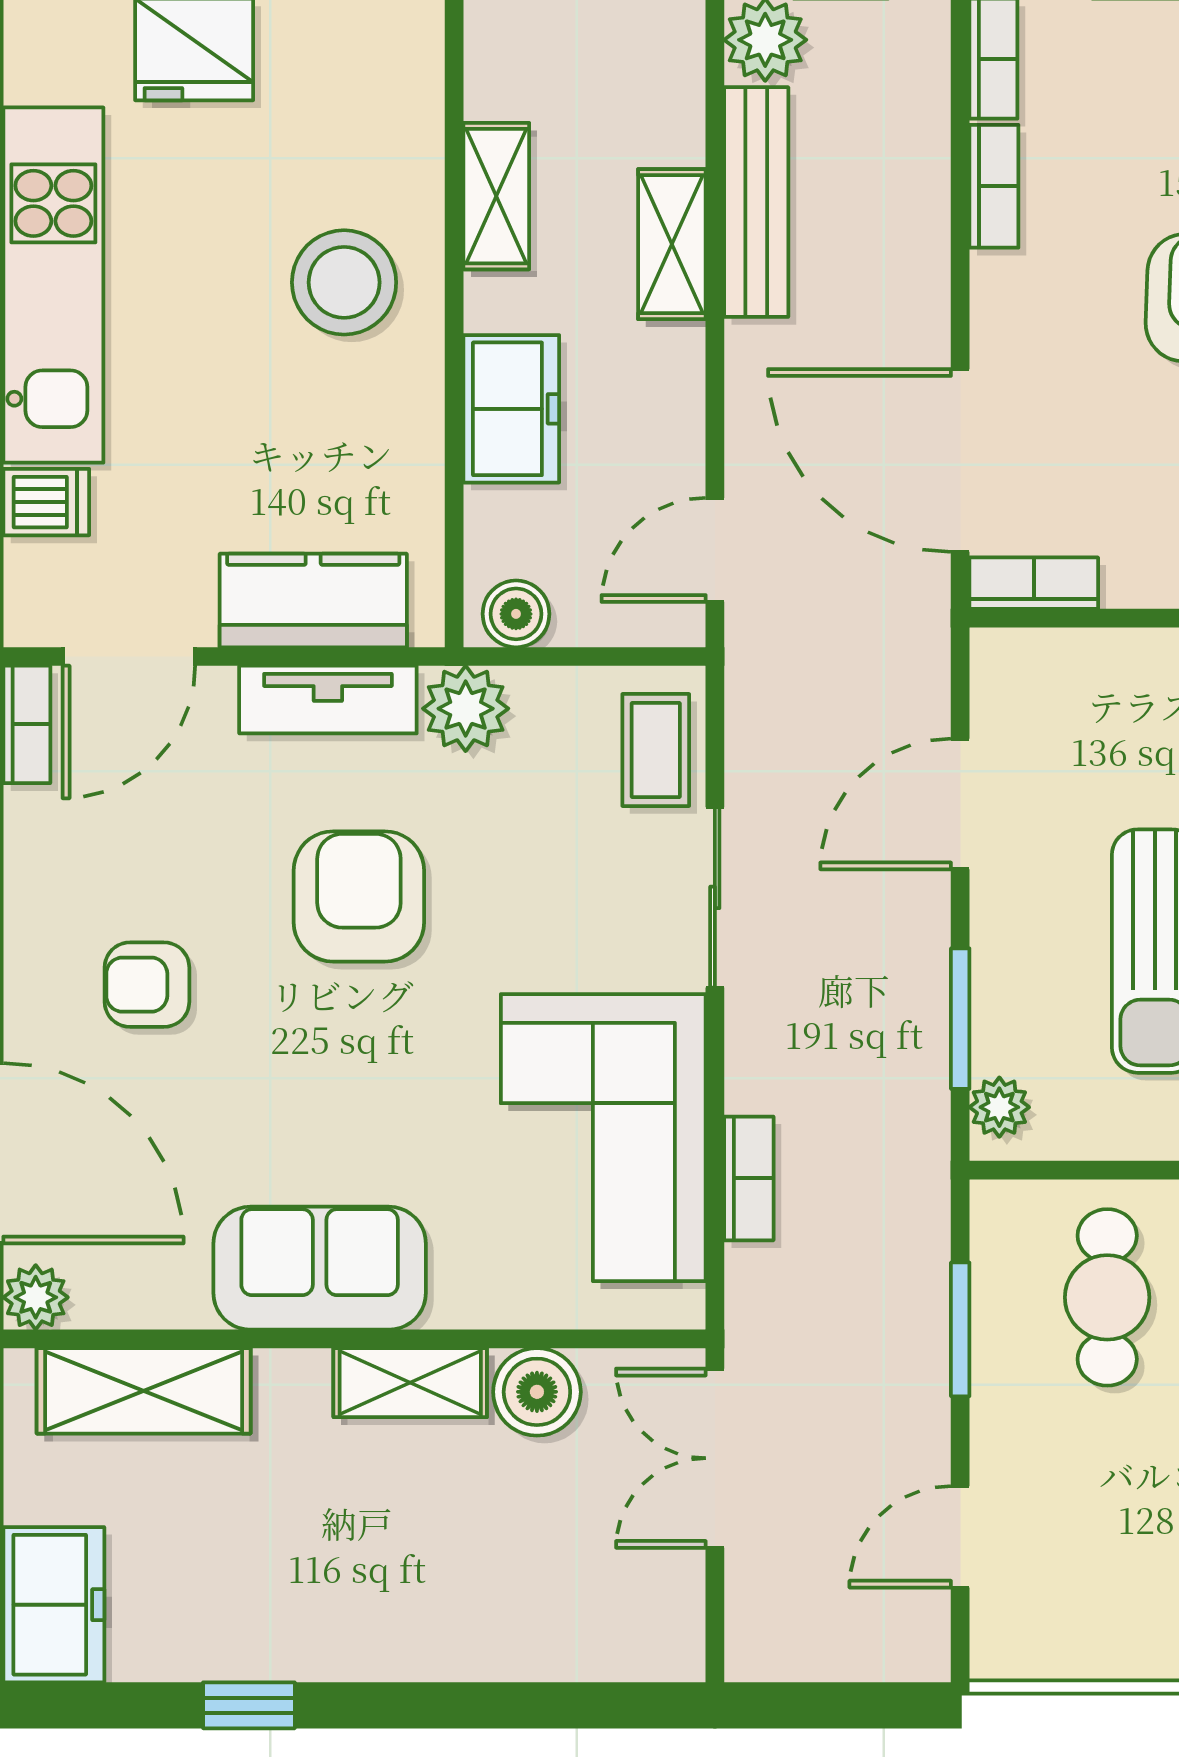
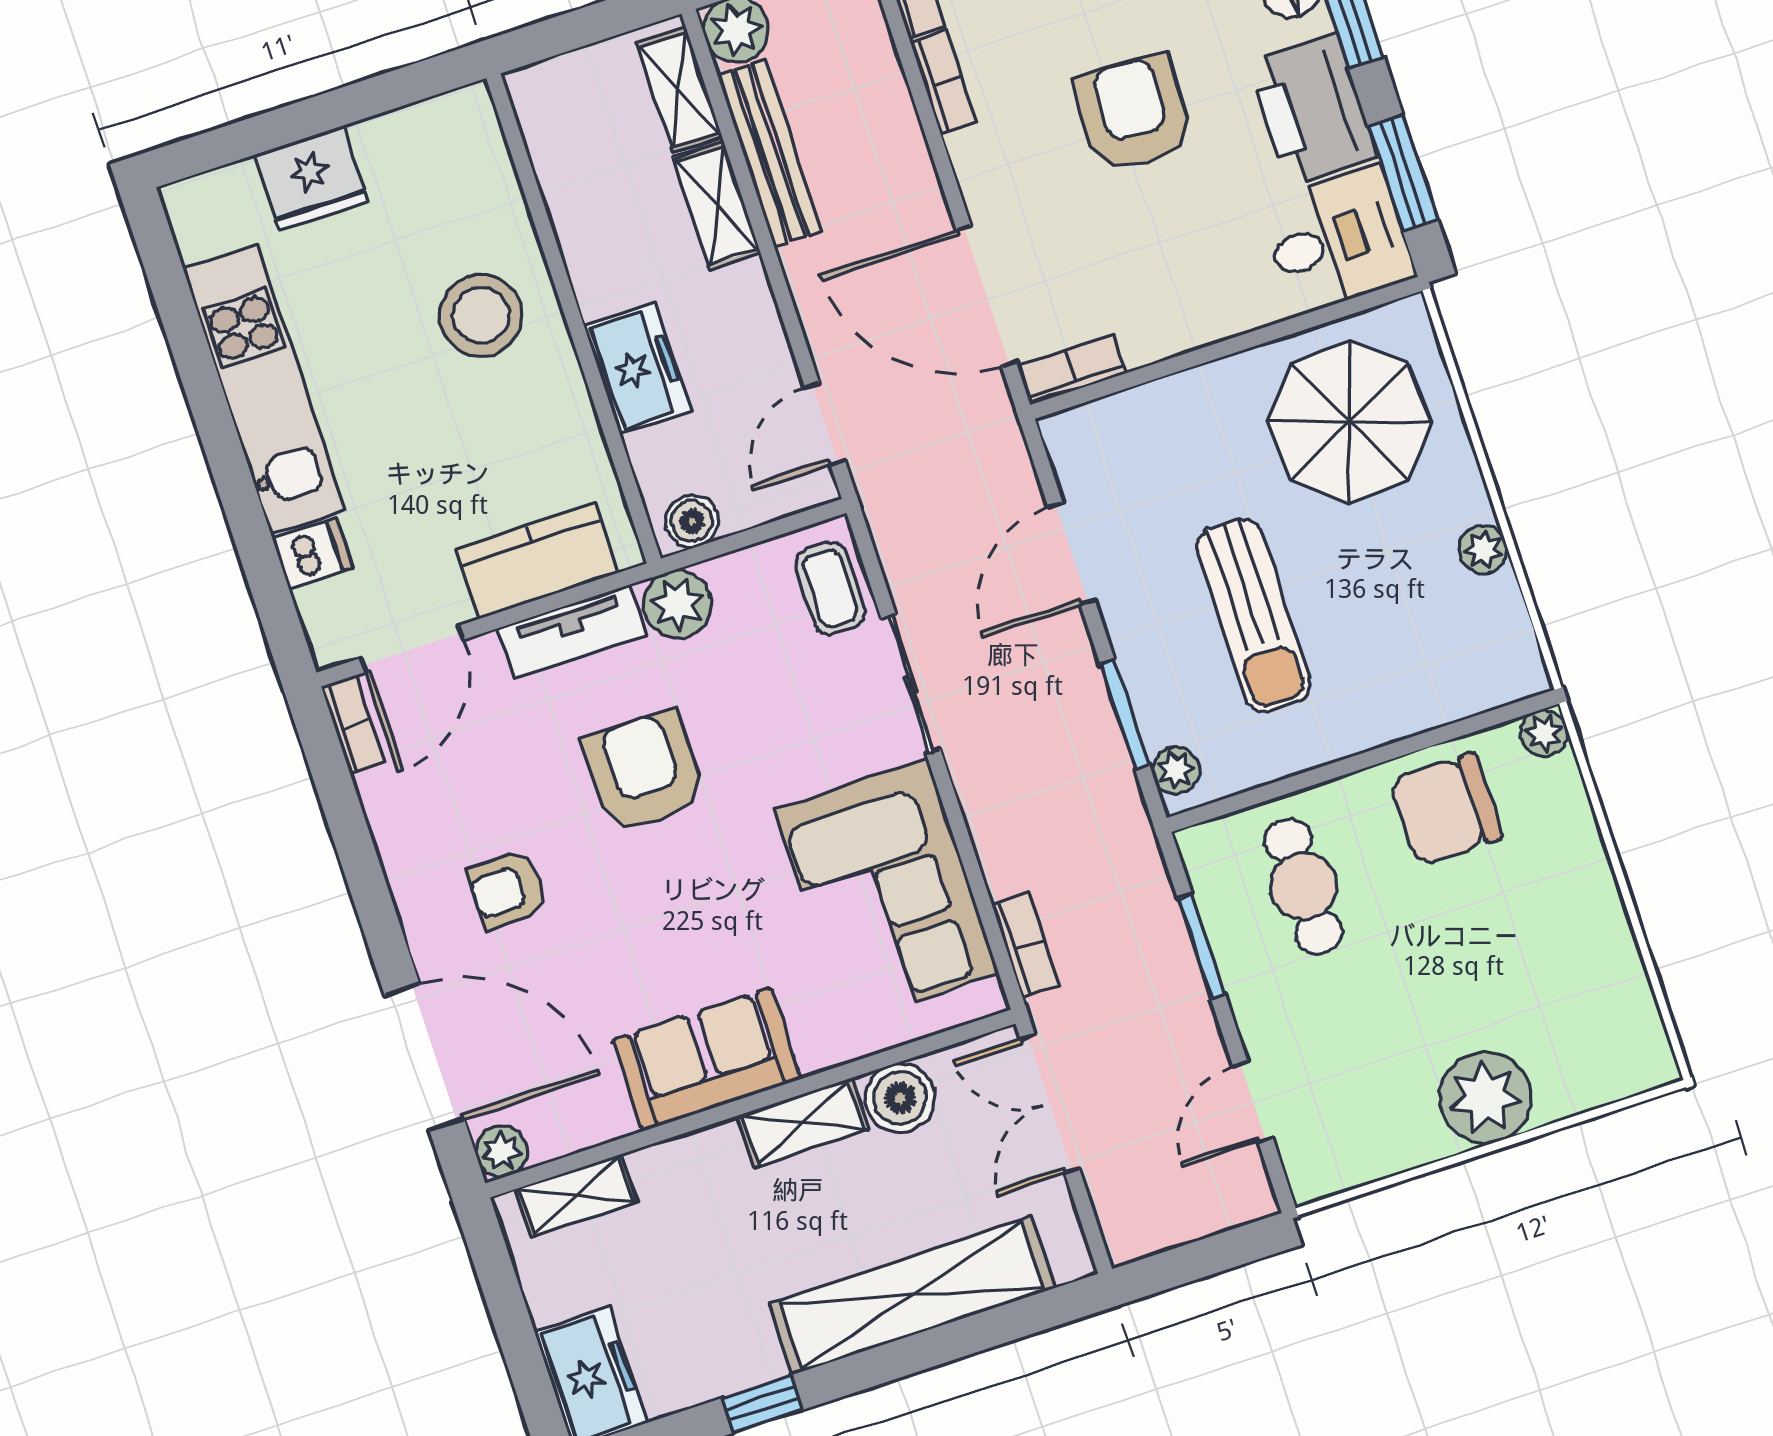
shelving: (496, 196) -> (679, 90), moved
bookcase: (749, 1178) -> (1025, 945), moved
shelving: (144, 1391) -> (576, 1195), width x0.67, depth x0.75
shelving: (473, 1634) -> (912, 1296), added

